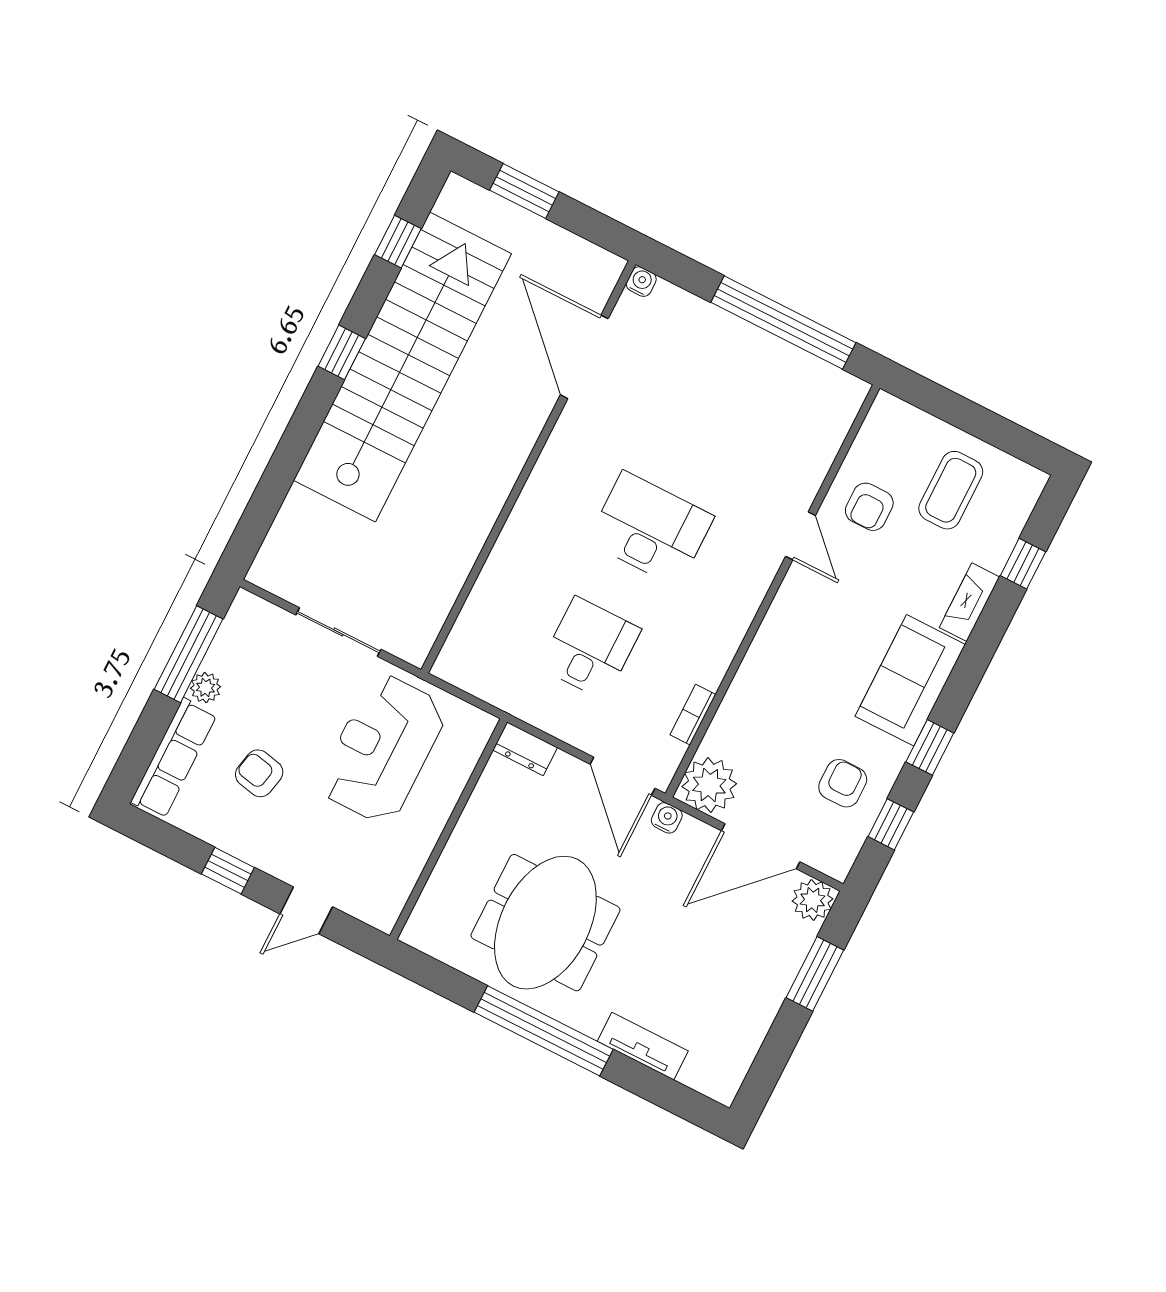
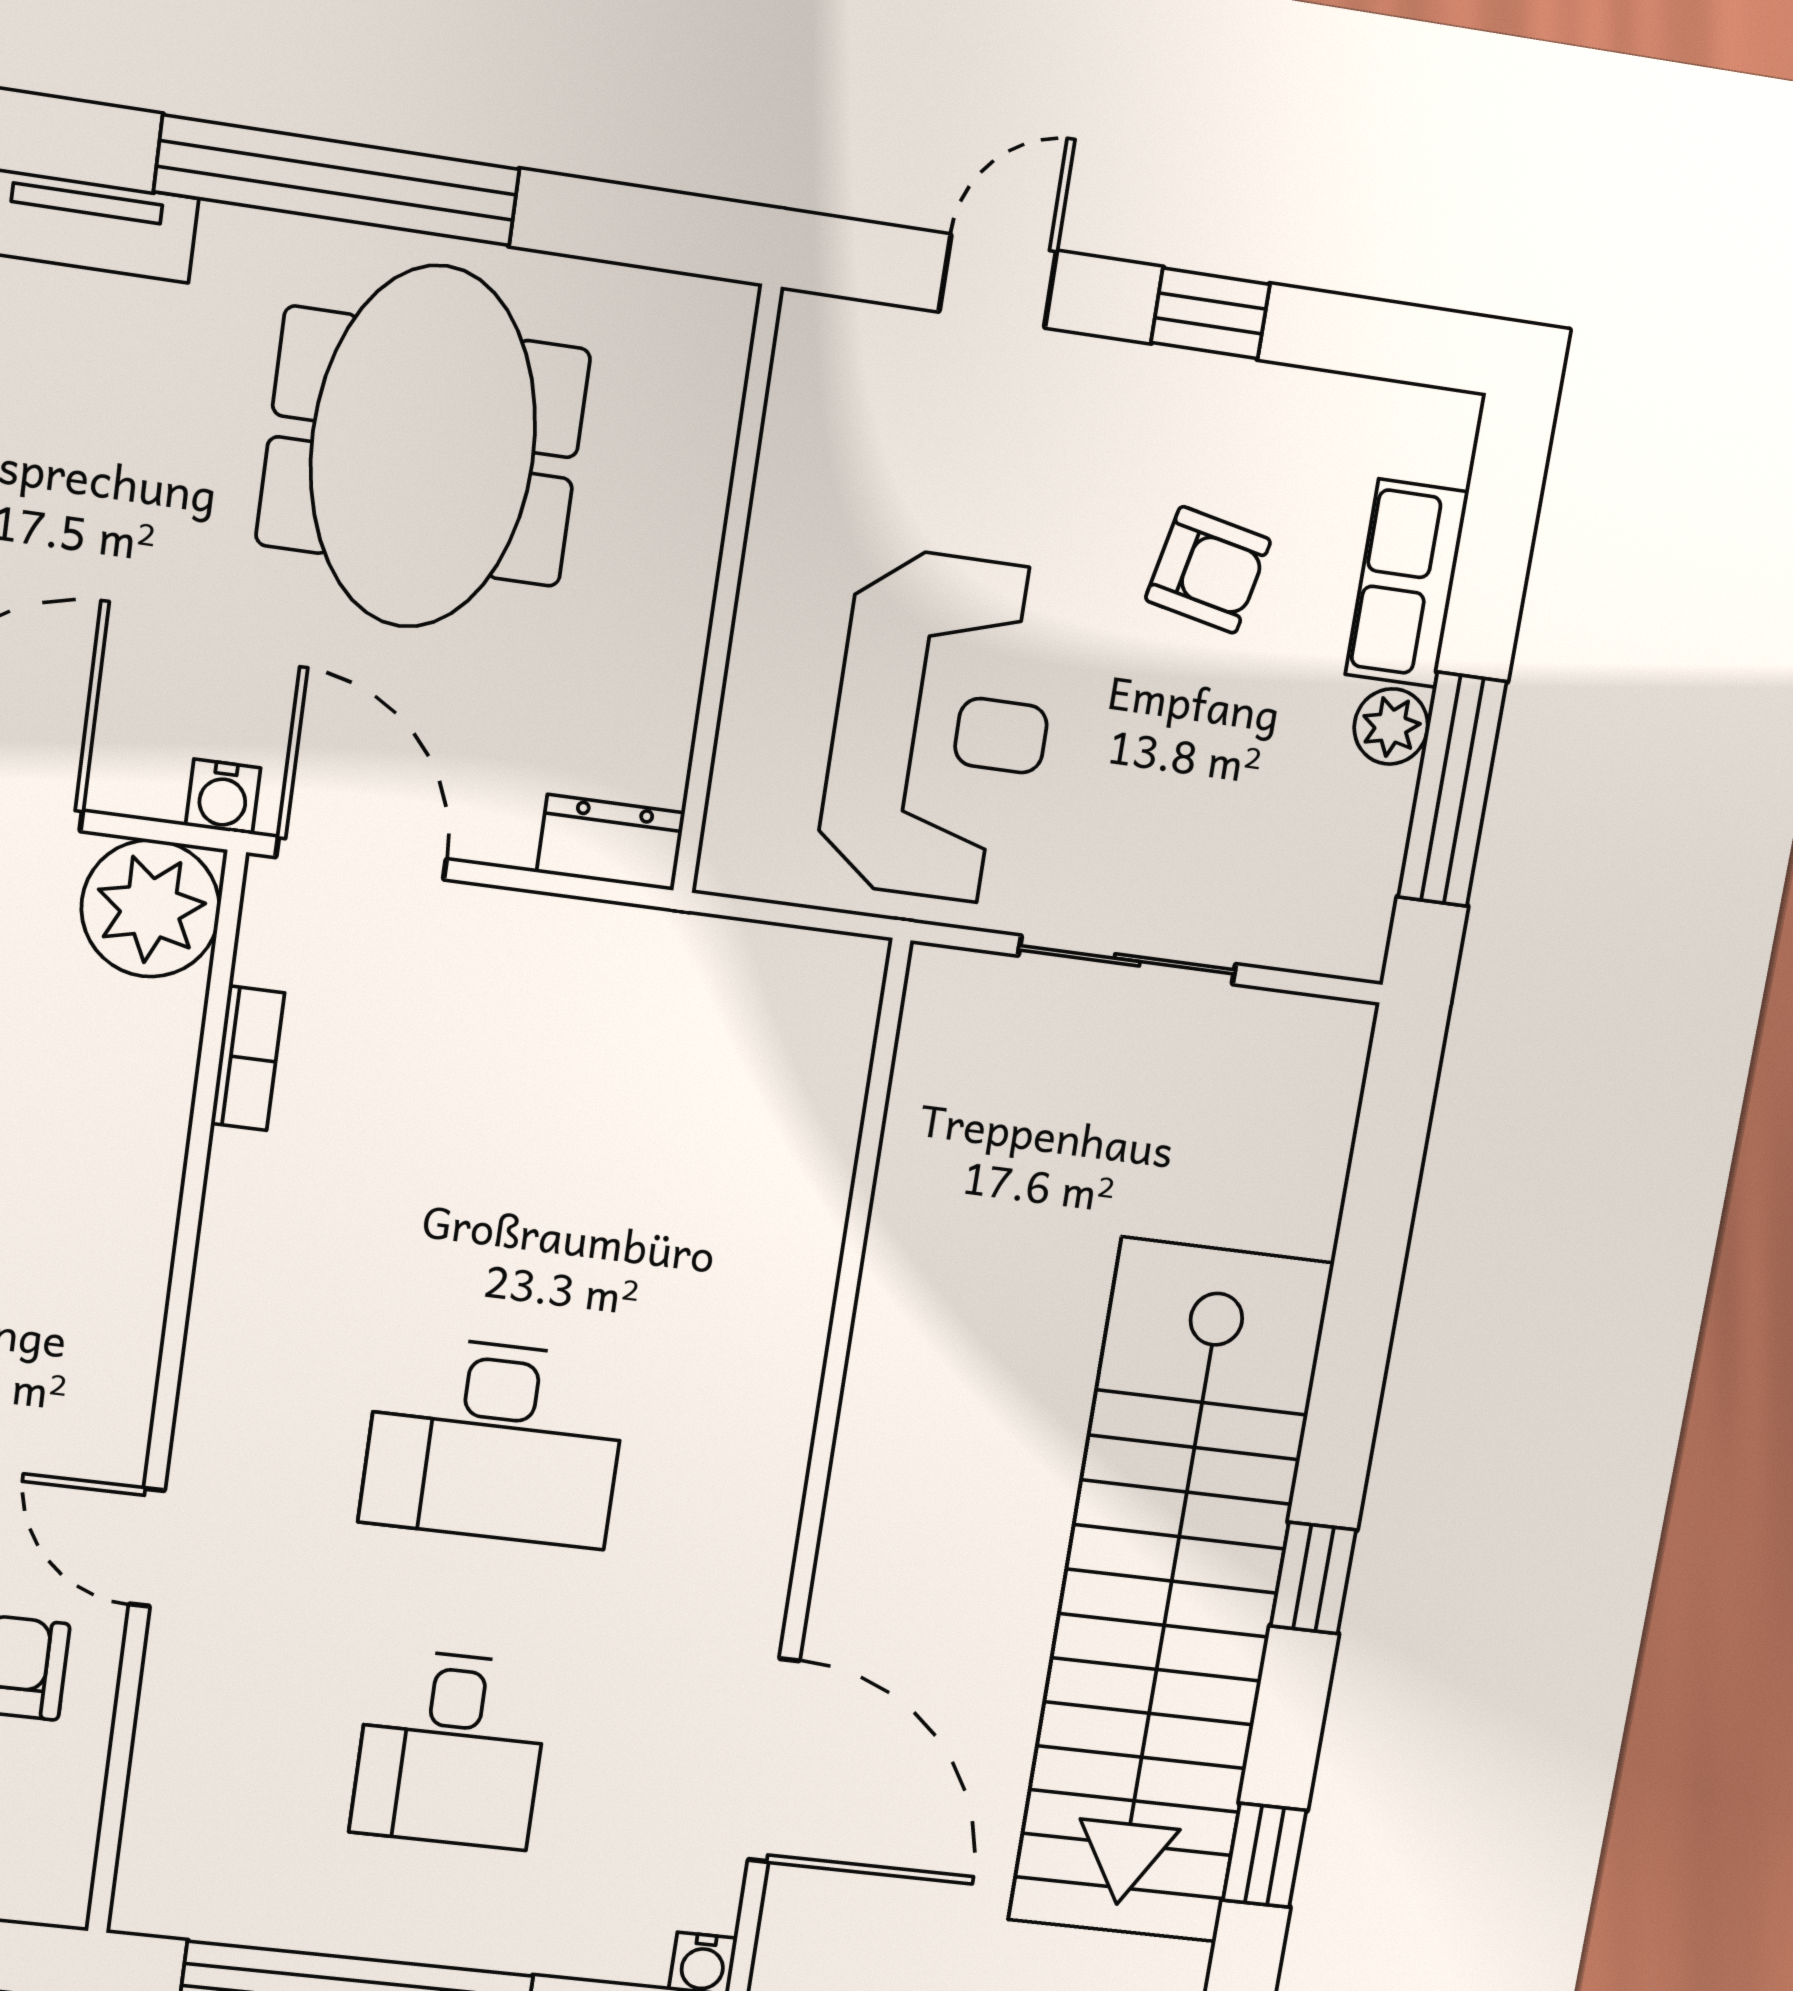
desk: (590, 648) -> (451, 1749), moved
row of seats: (174, 758) -> (1407, 583), width x0.68

